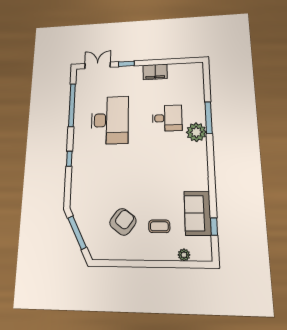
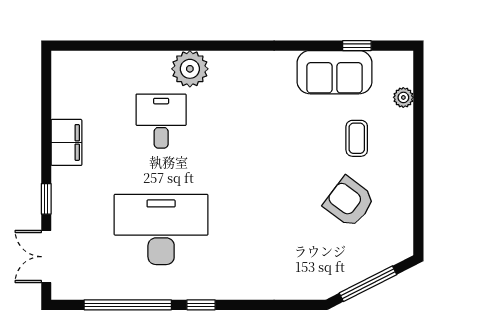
window: (209, 118) -> (163, 46), removed
window: (69, 159) -> (201, 305), moved

